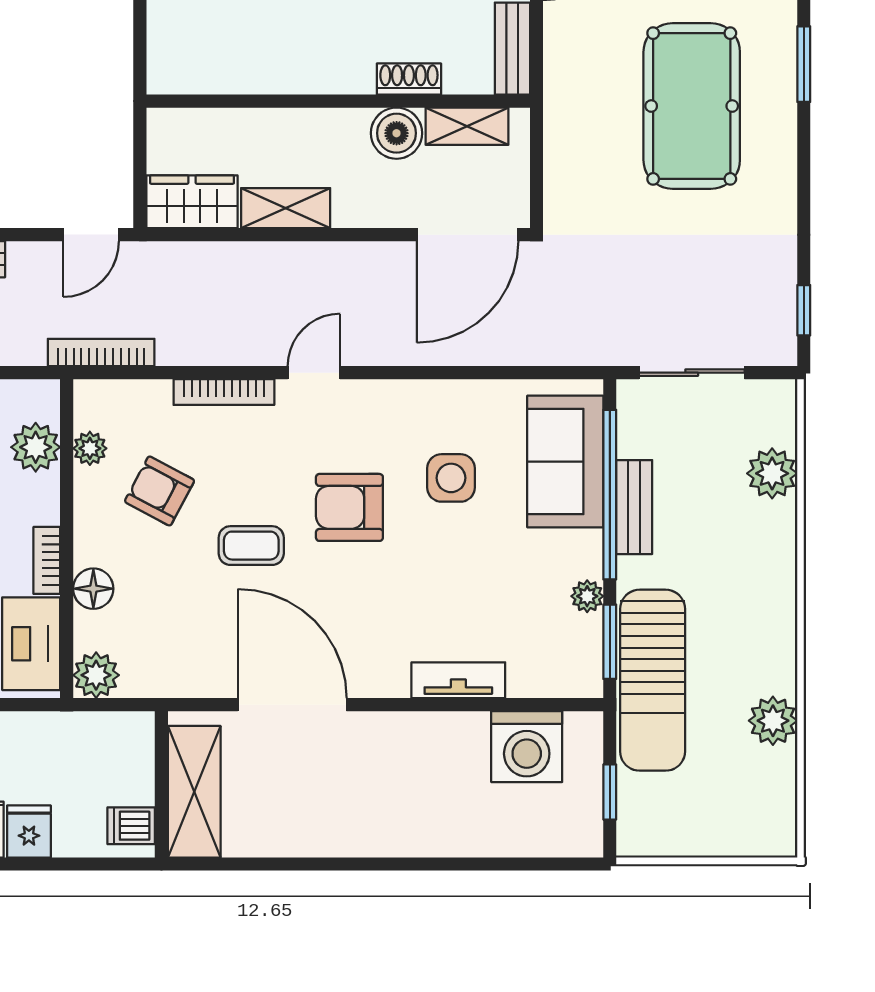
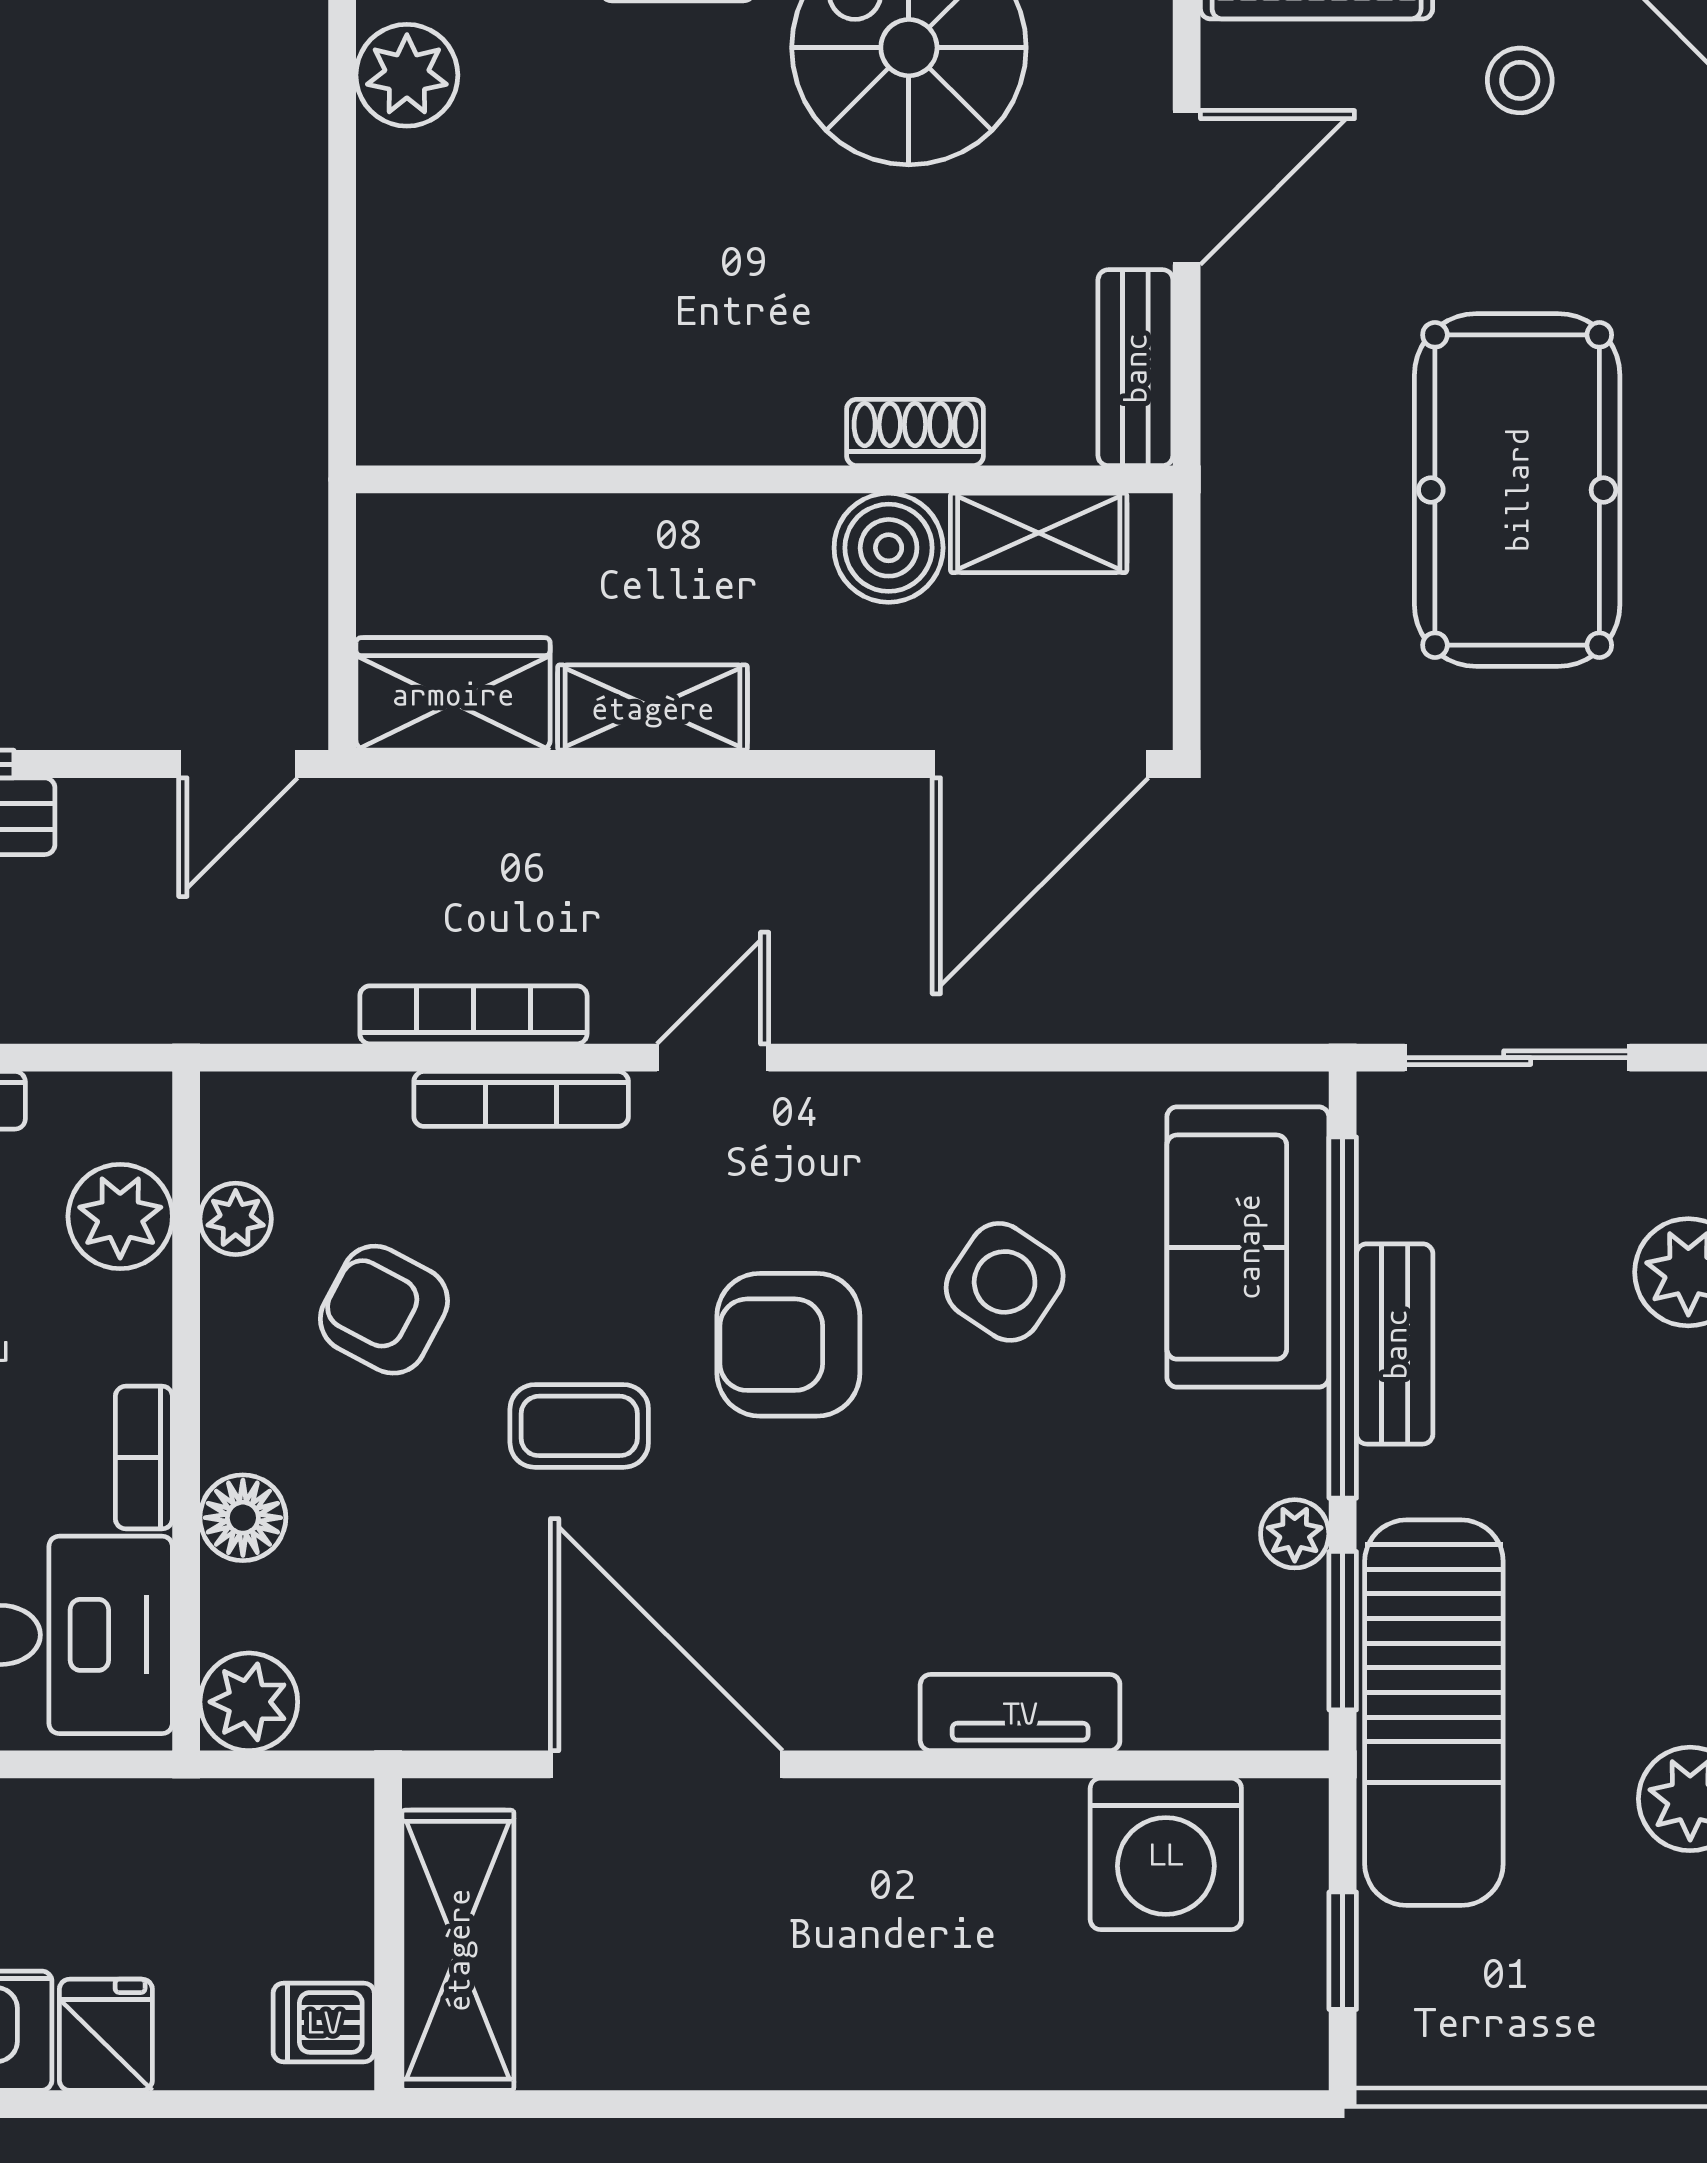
bookcase: (101, 353) -> (473, 1015), moved
side table: (451, 478) -> (1005, 1282), turned 34

